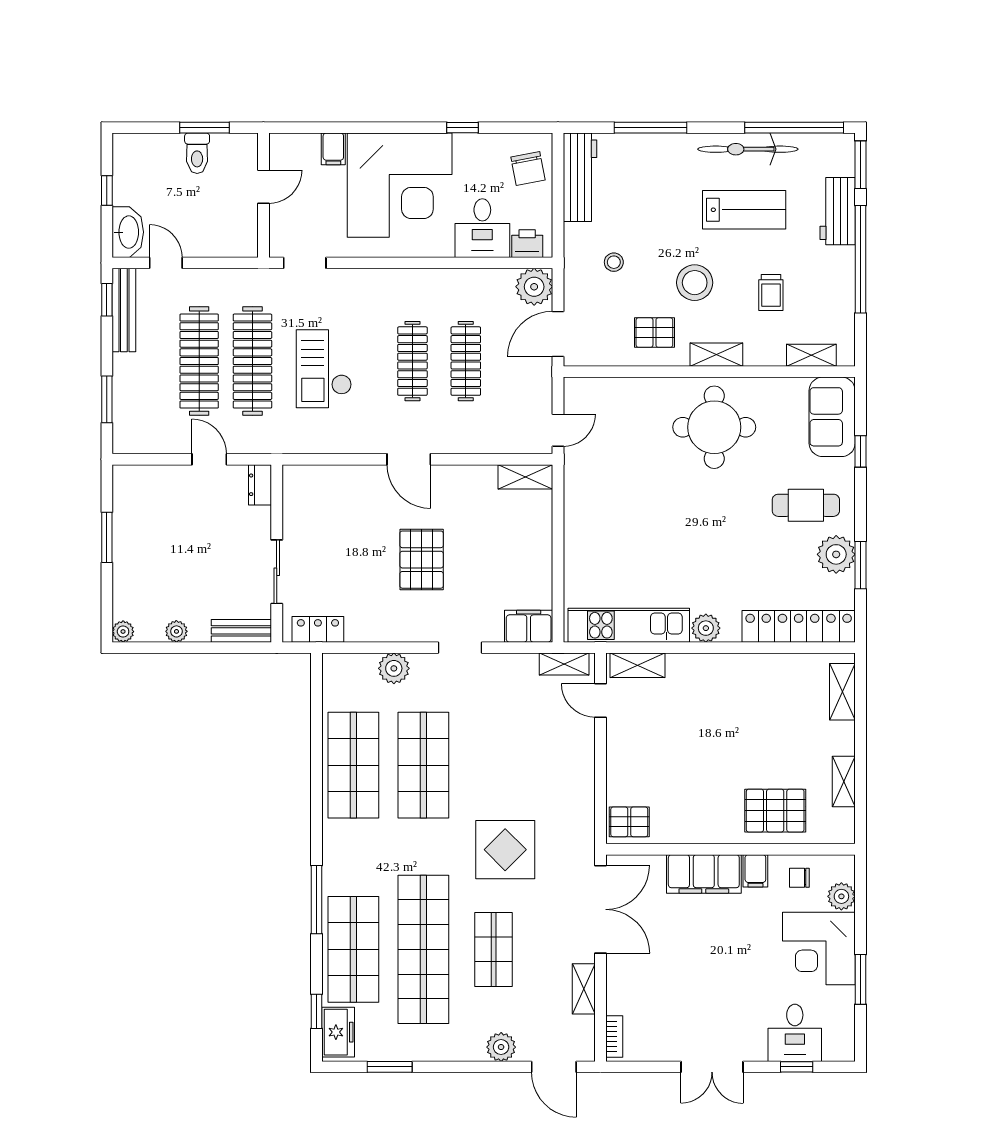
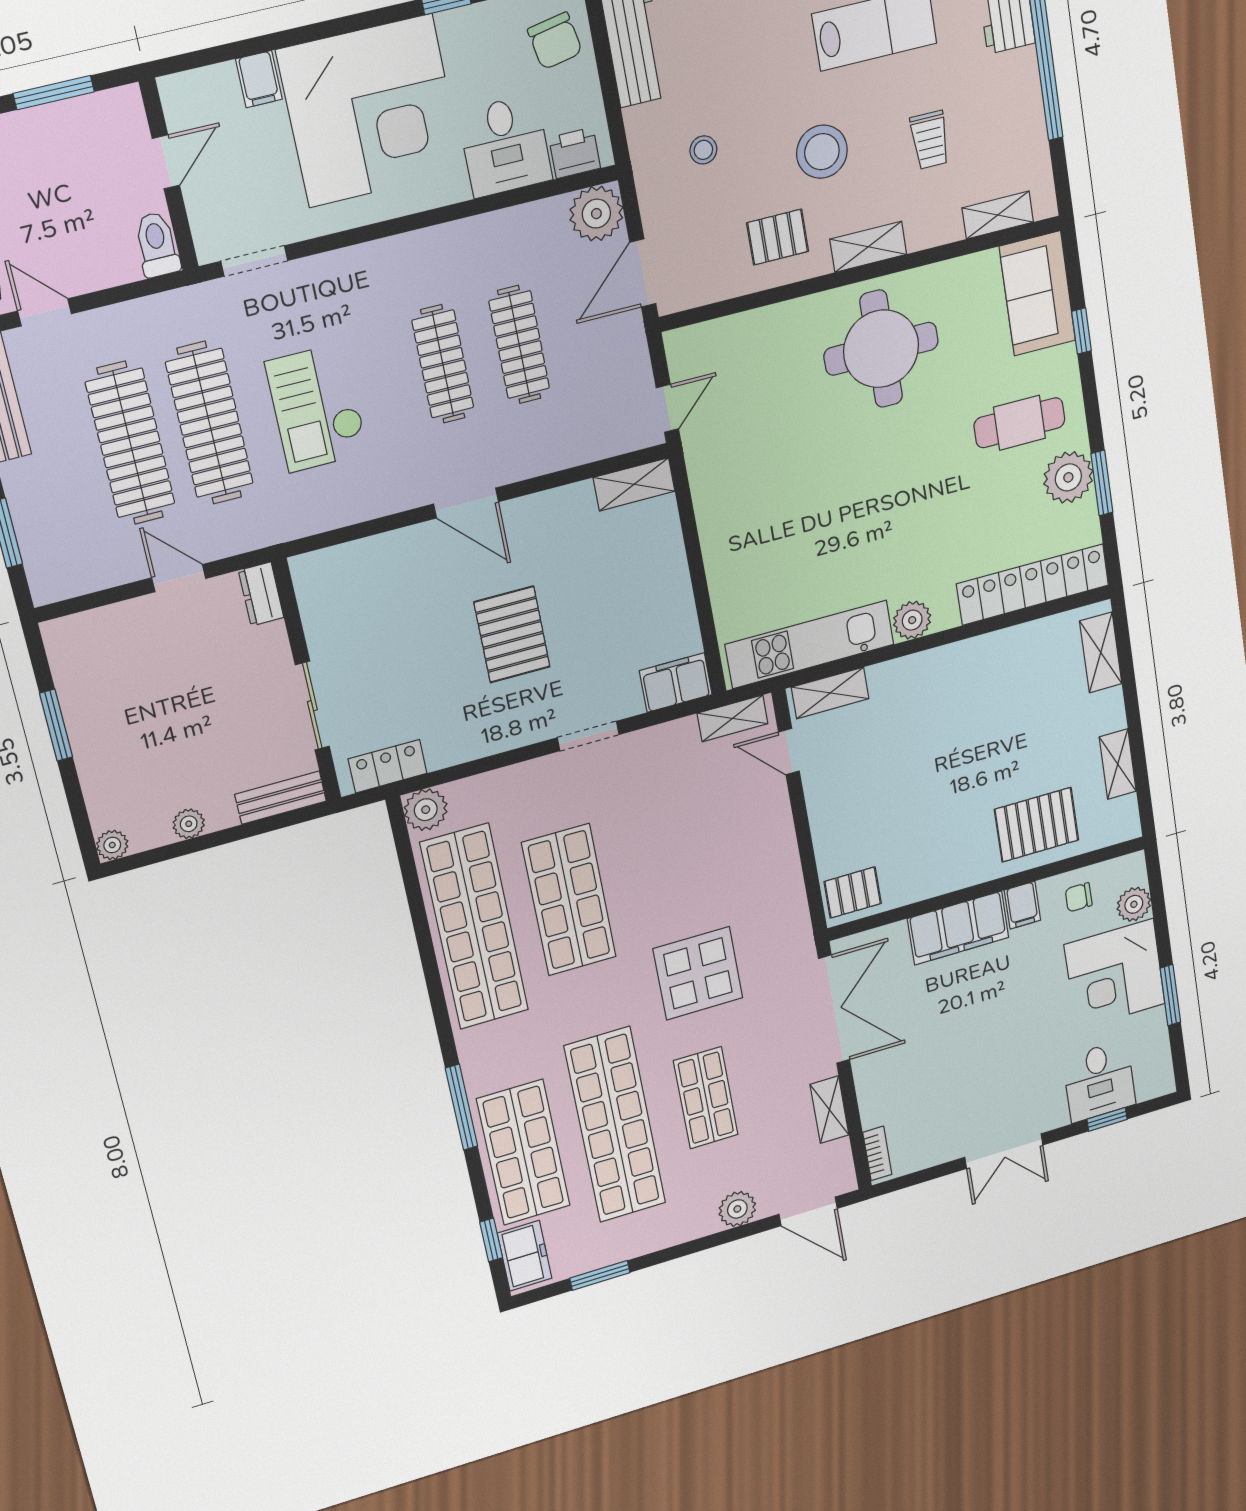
toilet: (197, 153) -> (157, 244), moved, turned 180
plant: (394, 668) -> (426, 810), moved
shop shelf: (353, 765) -> (475, 927), width x1.40

